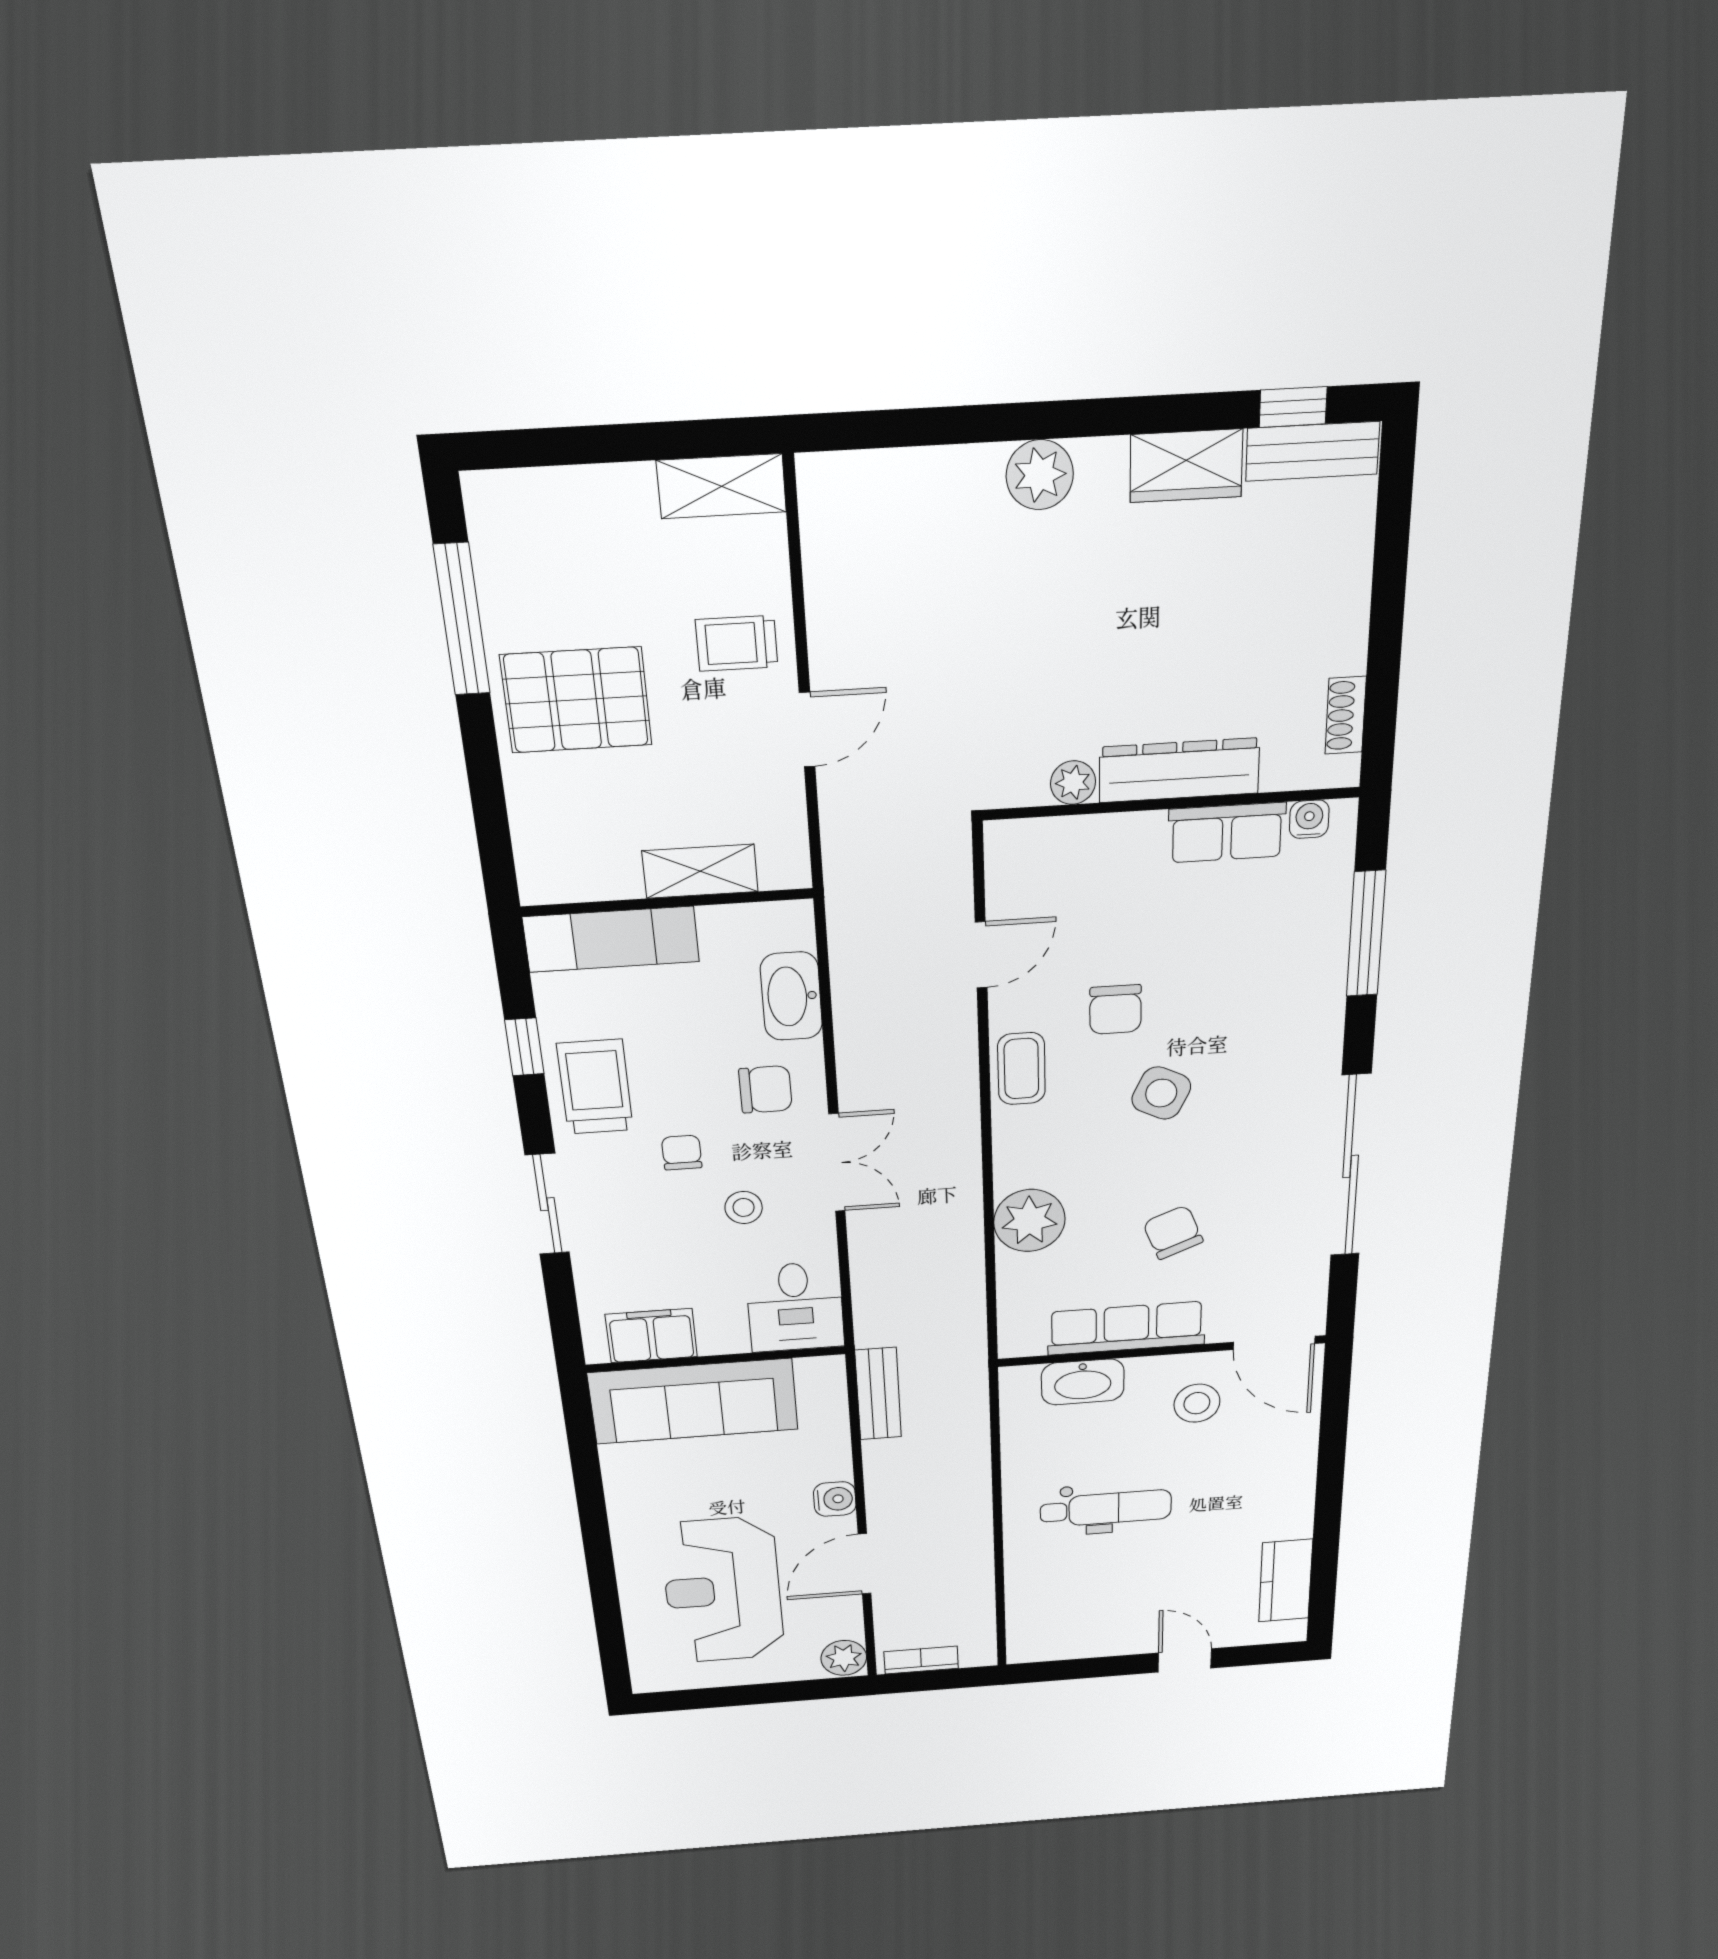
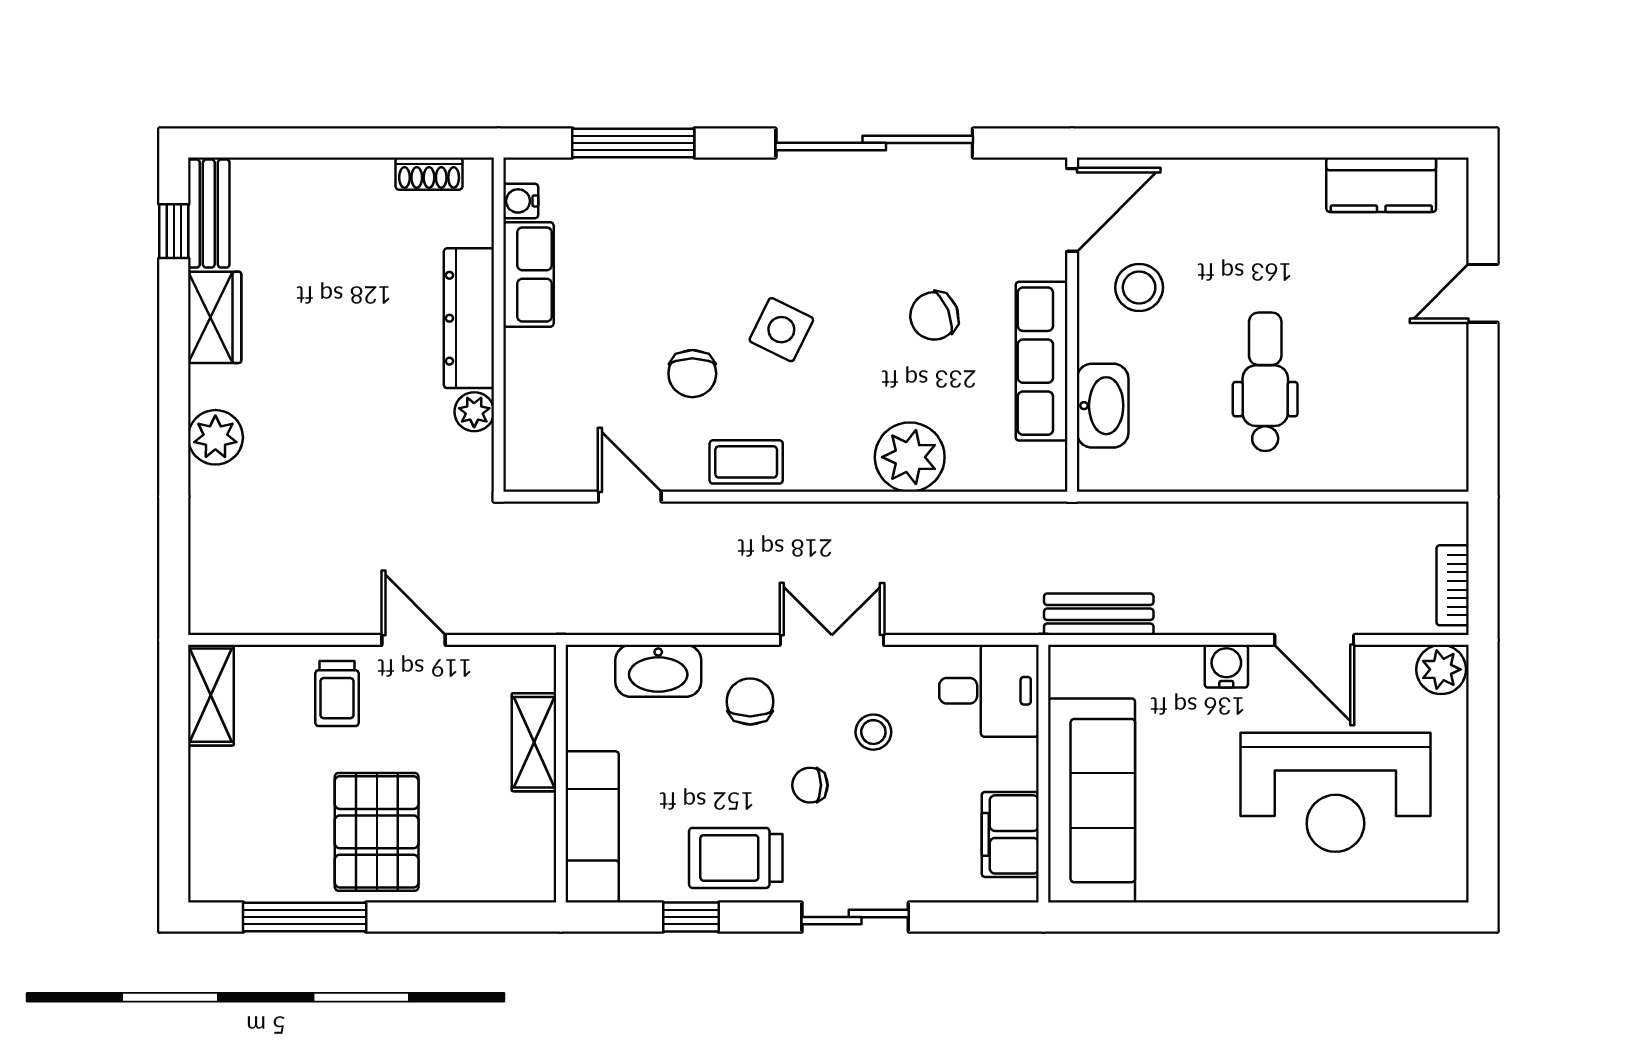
chair: (1115, 1009) -> (692, 374), turned 90

